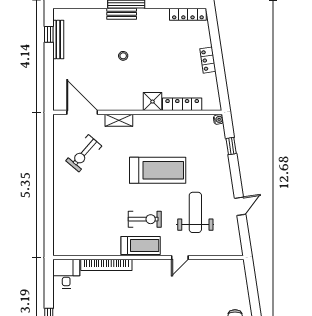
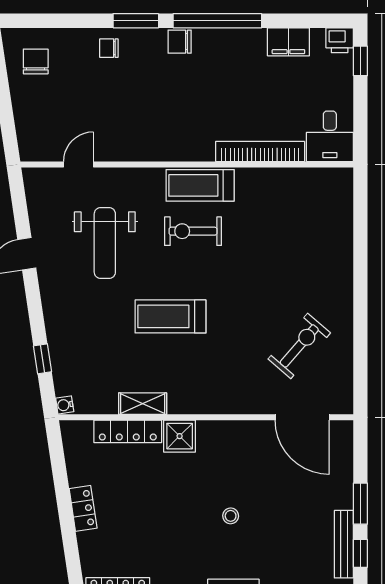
window: (49, 63) -> (360, 504), added
shelving: (119, 120) -> (143, 404), moved
treadmill: (158, 170) -> (170, 316), width x0.73, depth x0.73
door: (180, 257) -> (78, 164), moved

